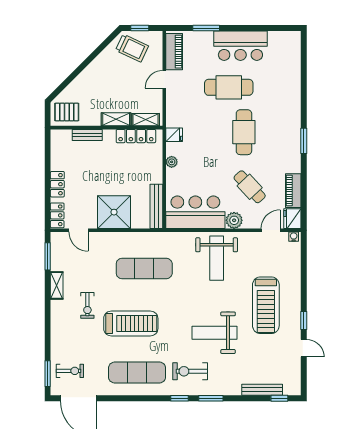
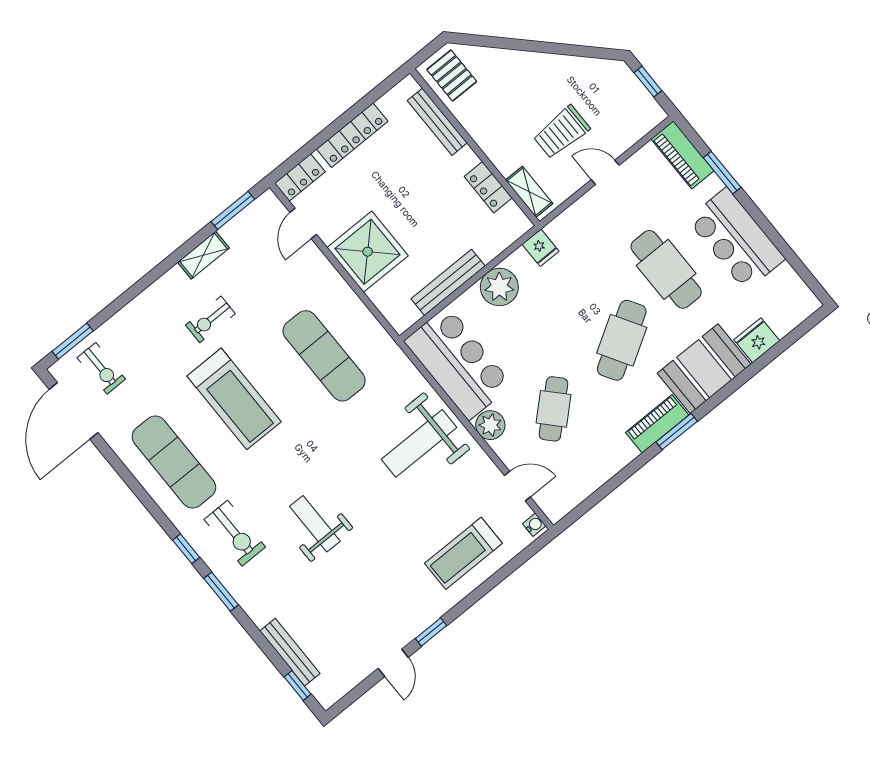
trolley: (132, 48) -> (561, 132), moved, turned 65
piano: (174, 52) -> (683, 155), moved, turned 90
booth: (286, 106) -> (704, 369), added
shelving: (116, 119) -> (497, 151), removed
cafe table: (244, 132) -> (622, 340), turned -31
bench: (87, 135) -> (437, 122), width x1.36
locker: (136, 136) -> (488, 187), width x0.66
plant: (172, 162) -> (499, 287), width x1.87, depth x1.87
locker: (57, 184) -> (352, 135), width x1.53
piano: (293, 191) -> (657, 424), moved
bench: (156, 206) -> (448, 282), moved
fridge: (292, 219) -> (757, 340), moved
treadmill: (266, 305) -> (463, 553), moved, width x0.73, depth x0.73
weight bench: (215, 333) -> (315, 524), width x0.73, depth x0.75
exercise bike: (190, 371) -> (235, 533), turned 180

